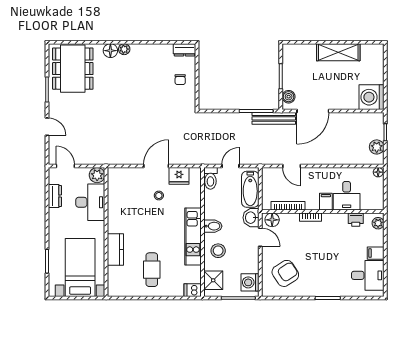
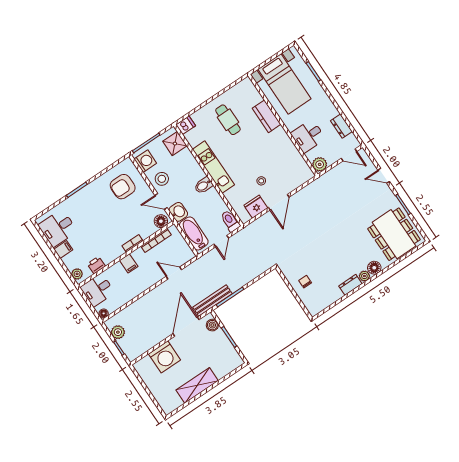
dresser: (184, 50) -> (350, 285), moved
washing machine: (371, 97) -> (164, 357), moved, turned 90
desk: (347, 196) -> (97, 290), moved, turned -90
desk: (90, 202) -> (308, 136), width x0.73
stool: (218, 251) -> (162, 179), moved
armchair: (285, 273) -> (123, 187), turned 33

